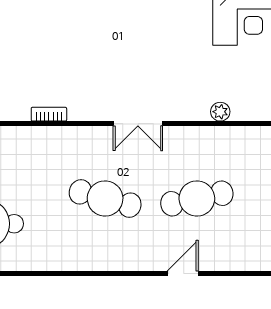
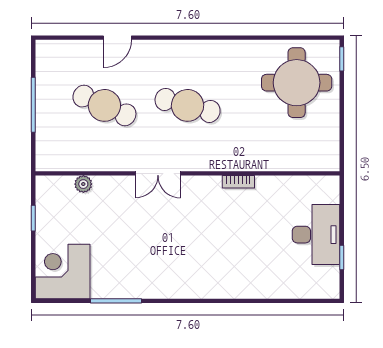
double door: (138, 124) -> (158, 173), swing flipped
cafe table: (197, 199) -> (104, 105), turned 36

